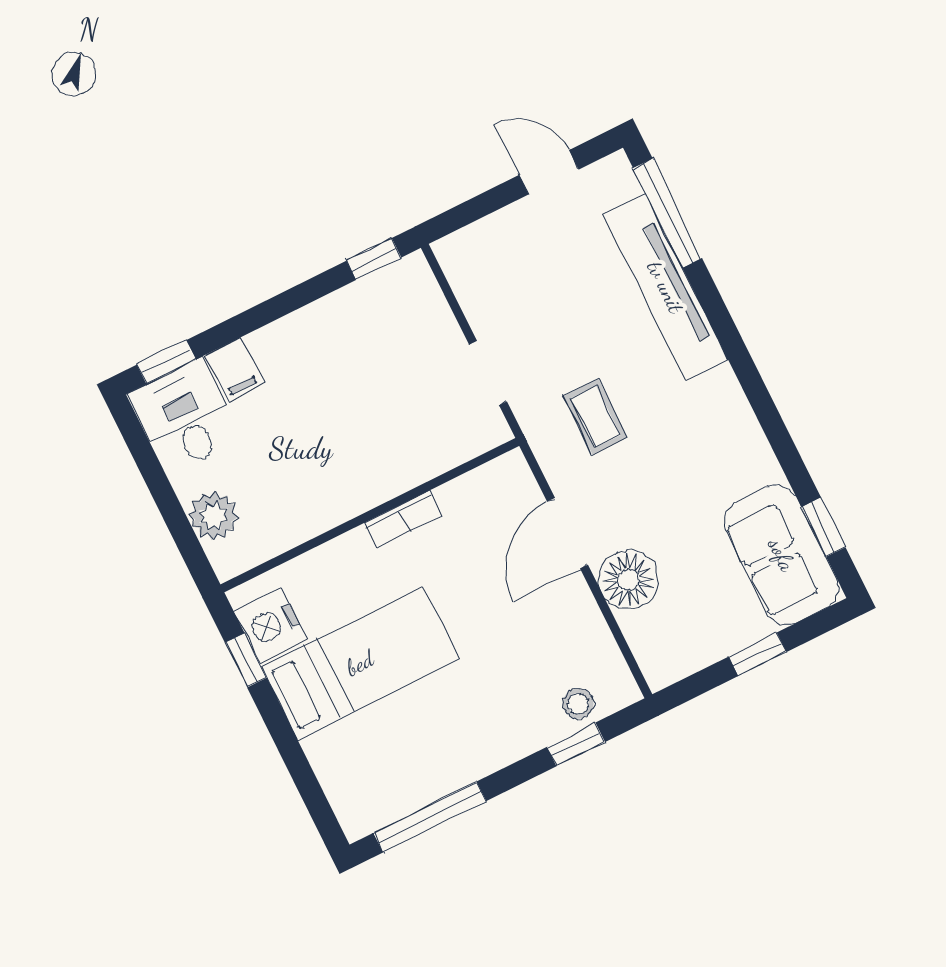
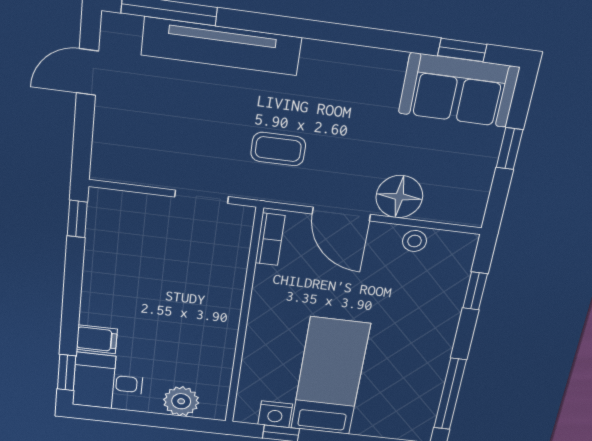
bookcase: (403, 520) -> (270, 239), moved
nightstand: (270, 625) -> (275, 414), width x0.74, depth x0.75
stool: (578, 704) -> (415, 241), moved

